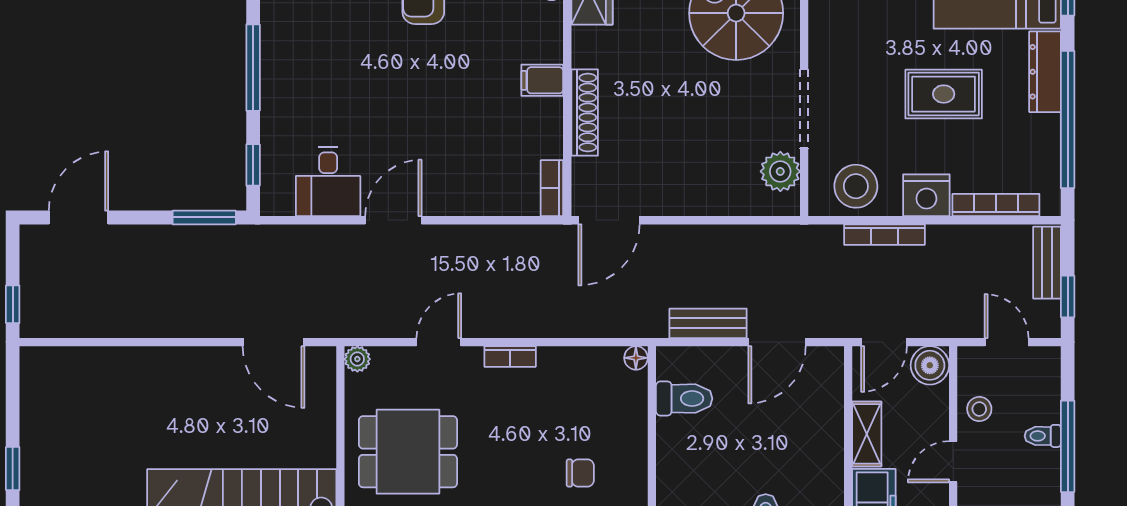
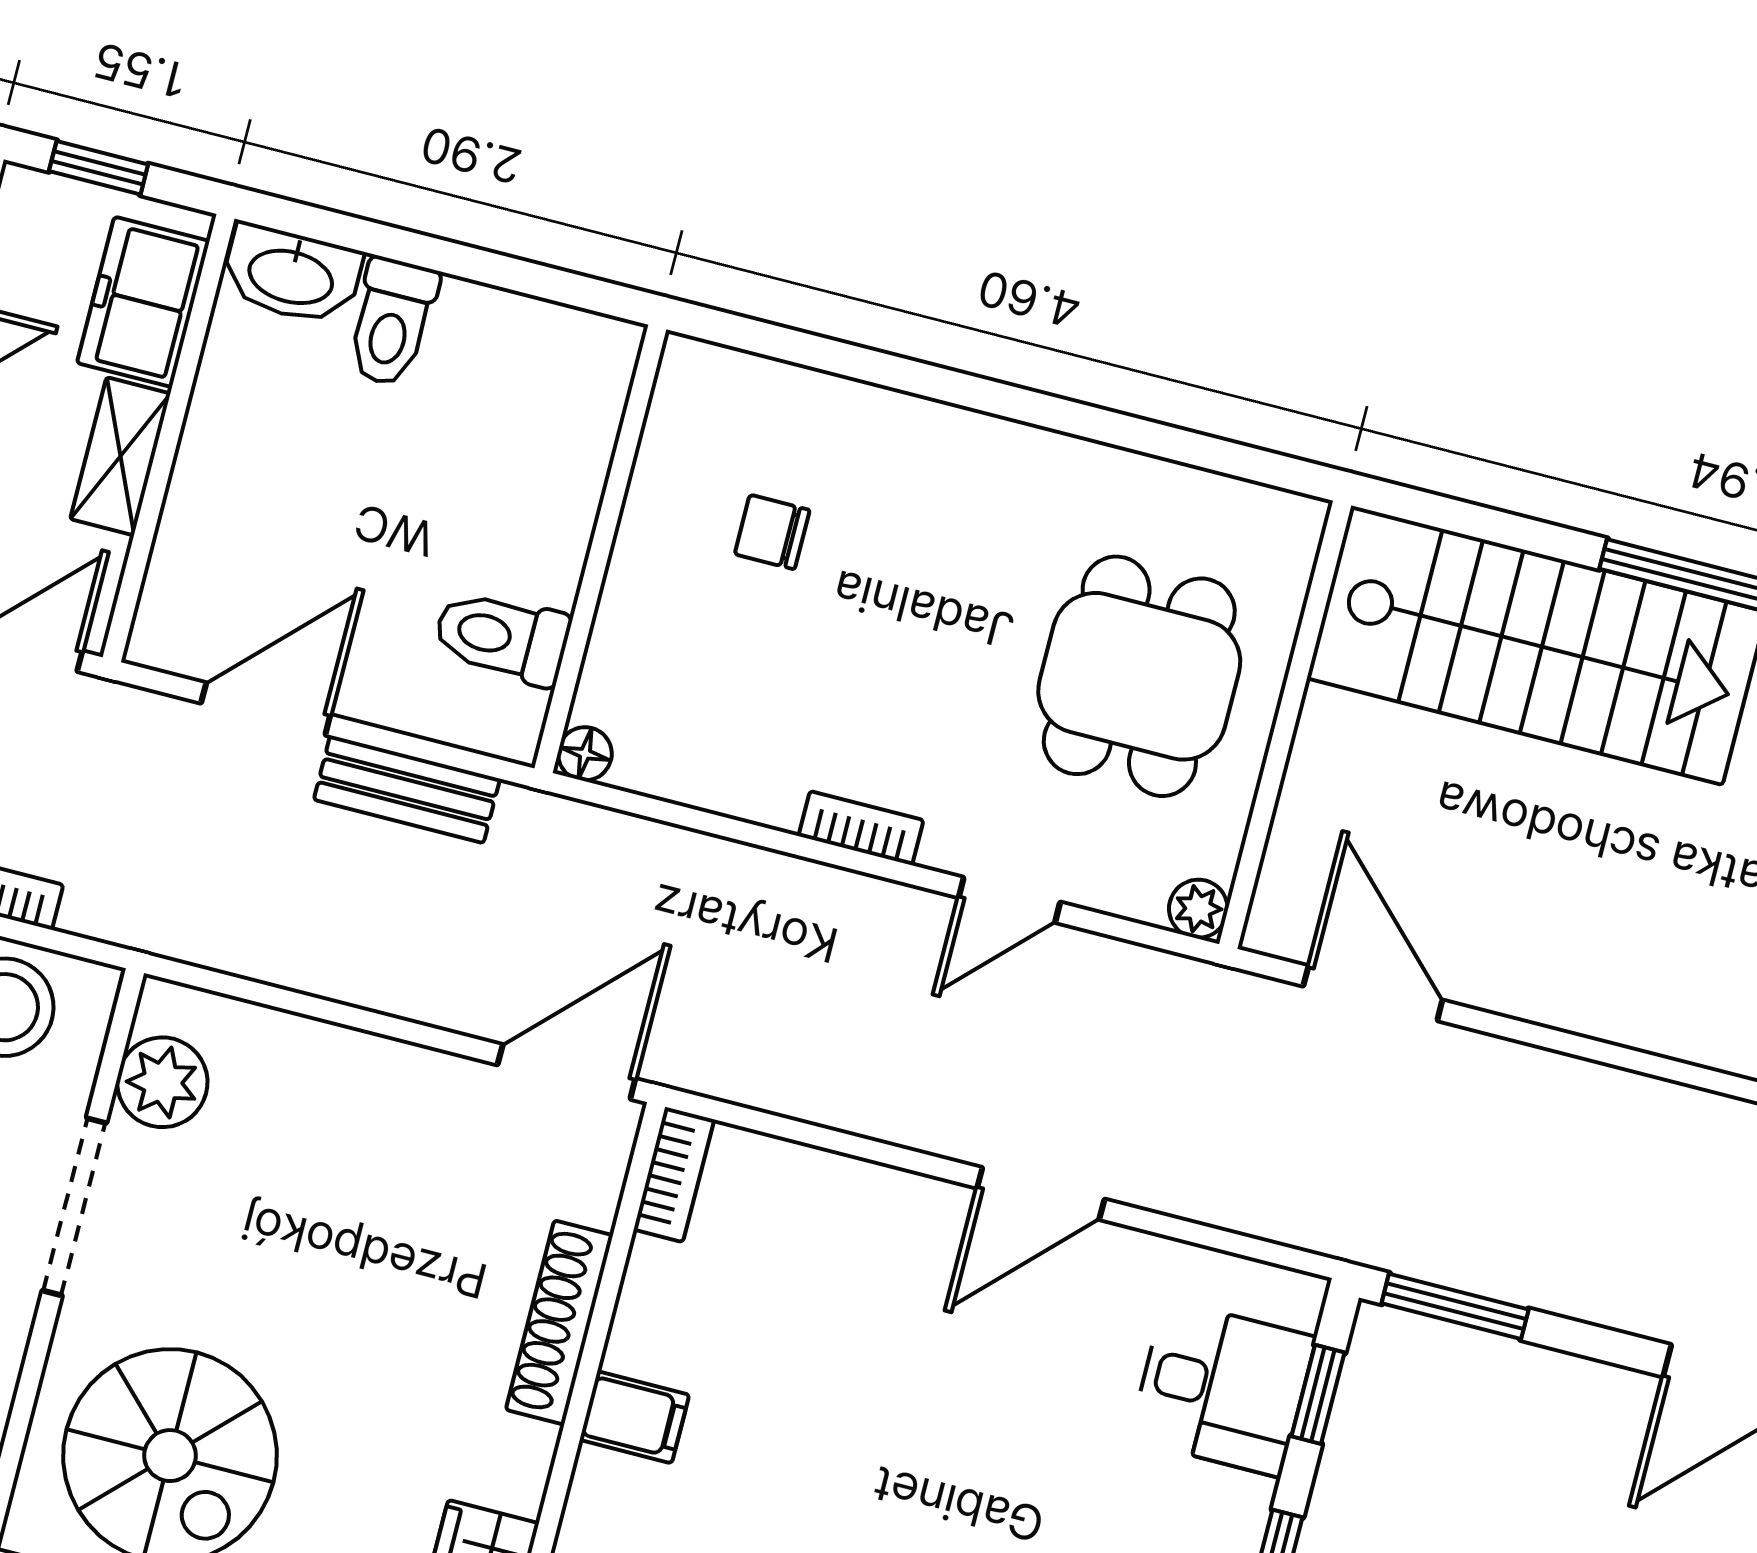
desk: (328, 181) -> (1222, 1388), moved, turned 90
dining table: (408, 452) -> (1139, 676), turned 90

